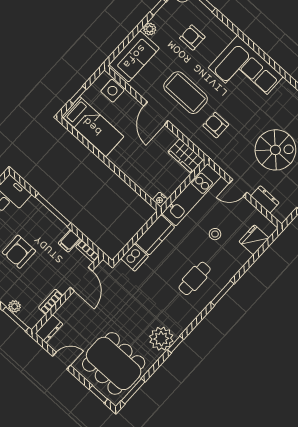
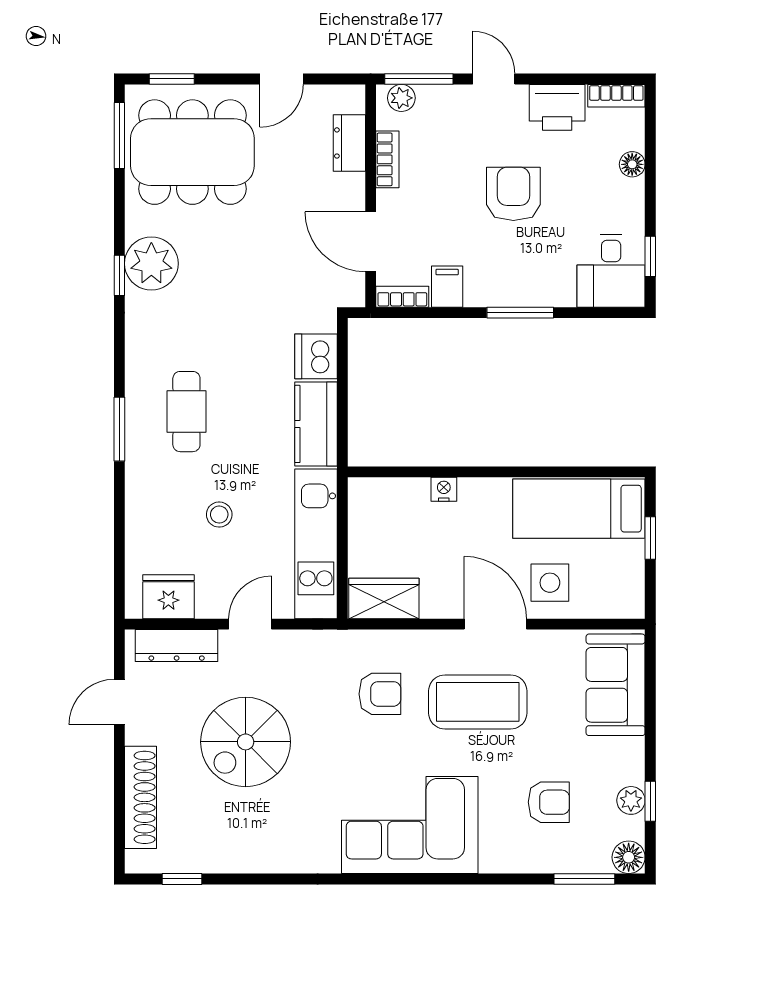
plant: (150, 29) -> (631, 800), moved
side table: (112, 91) -> (550, 583), moved
nightstand: (160, 199) -> (444, 489), moved
dresser: (265, 199) -> (177, 646), width x1.44
window: (53, 210) -> (520, 313), width x0.69
fridge: (254, 240) -> (168, 597), moved, turned -90
plant: (15, 306) -> (401, 98), moved
dresser: (49, 329) -> (349, 143), moved

